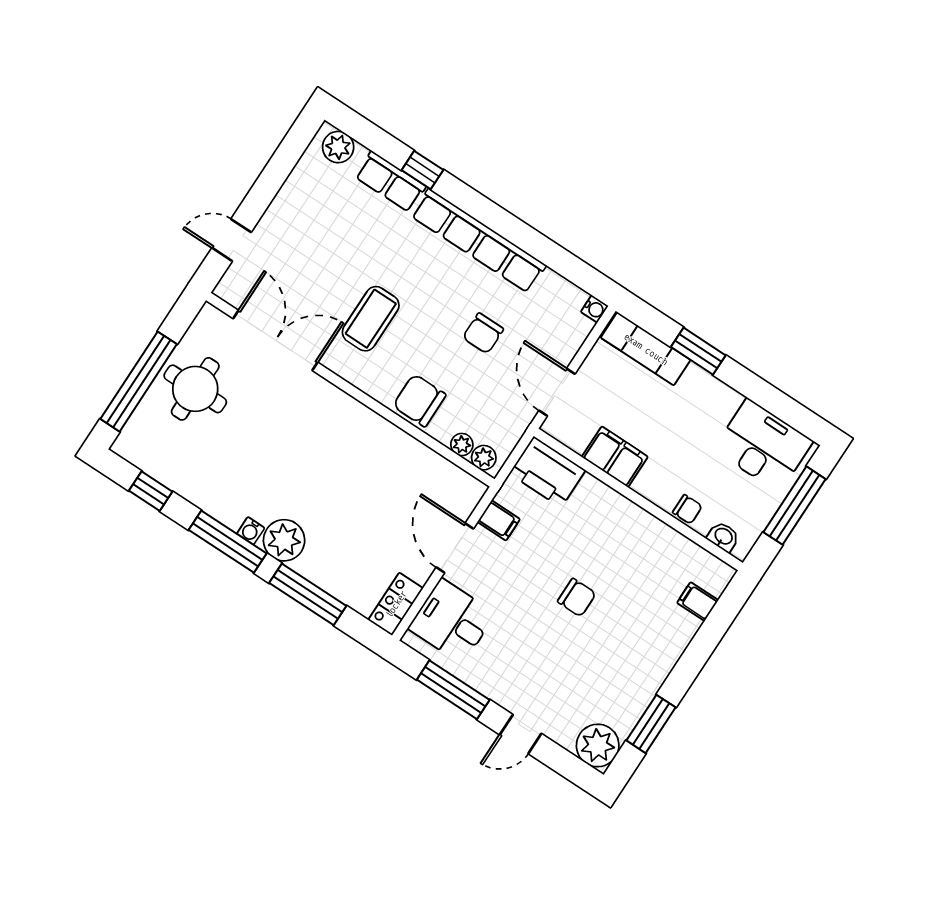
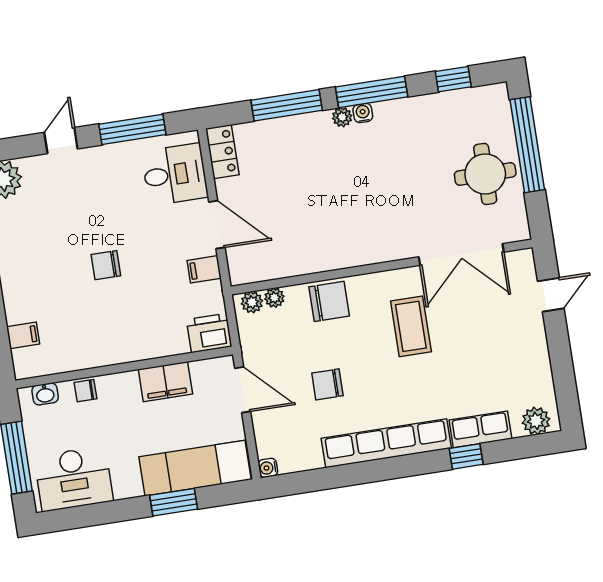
chair: (483, 333) -> (327, 384), turned -90
exam couch: (646, 349) -> (195, 468), width x1.36, depth x1.45
printer: (547, 472) -> (209, 333), width x0.73, depth x0.84
plant: (284, 540) -> (342, 117), width x0.53, depth x0.53

